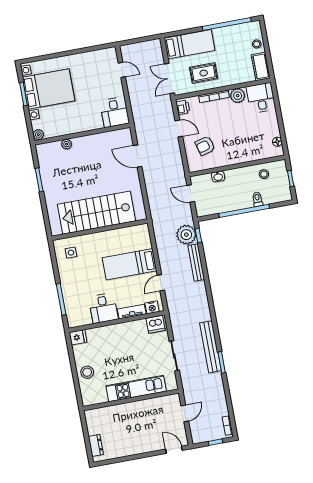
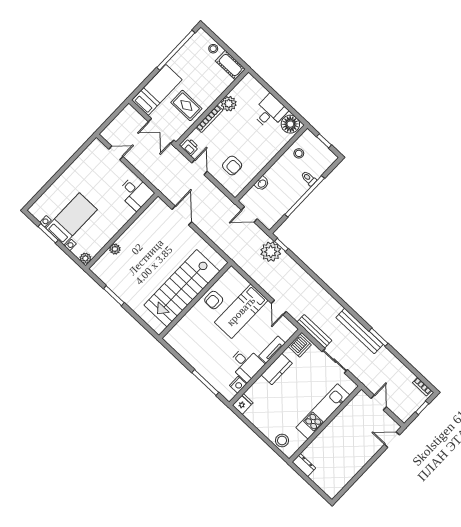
rug: (204, 73) -> (186, 105), turned 90
bed with nightstands: (49, 89) -> (72, 219), width x0.73
desk: (261, 98) -> (270, 112), moved, turned 90
door: (179, 128) -> (199, 167), hinge flipped
floor lamp: (277, 142) -> (290, 124), width x1.89, depth x1.89
armchair: (205, 146) -> (232, 166), turned -75
door: (138, 156) -> (182, 216), swing flipped
armchair: (114, 240) -> (214, 300), added
side table: (71, 253) -> (185, 337), removed
bench: (196, 262) -> (314, 331), moved
nightstand: (152, 307) -> (238, 385), moved
kitchen counter: (124, 329) -> (277, 369), added
stool: (87, 372) -> (282, 441), moved
dresser: (96, 445) -> (304, 465), moved

